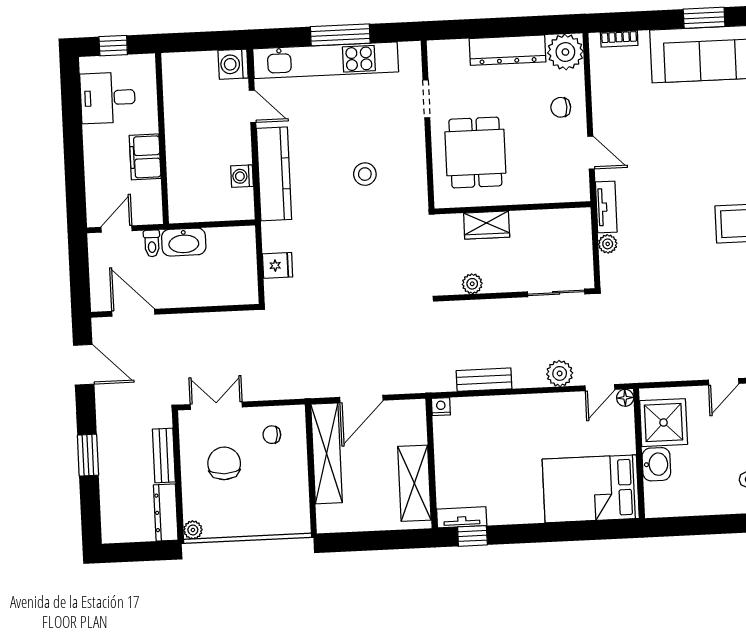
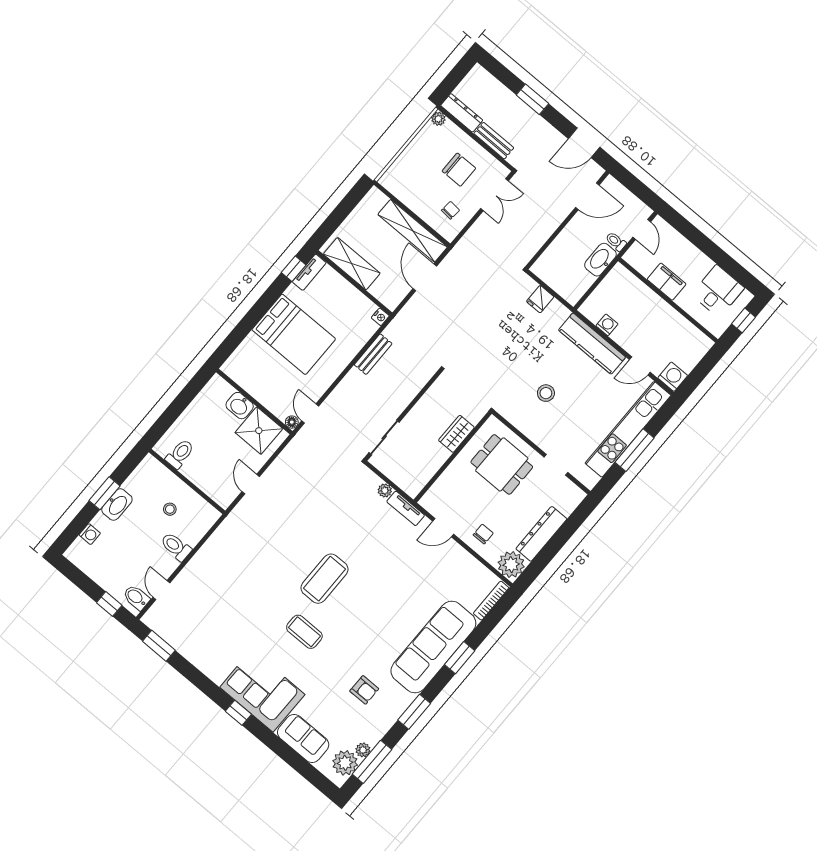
bookcase: (619, 39) -> (491, 601), width x1.56
plant: (472, 284) -> (432, 396), removed
plant: (560, 373) -> (338, 399), removed
bed: (591, 489) -> (294, 334), moved, turned 90

